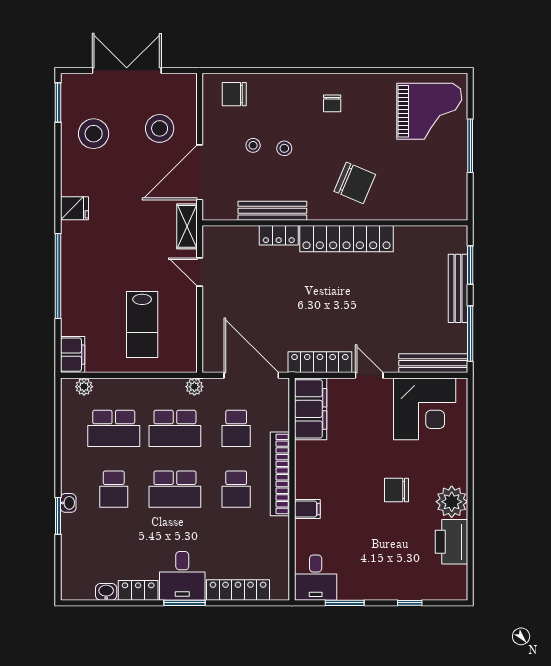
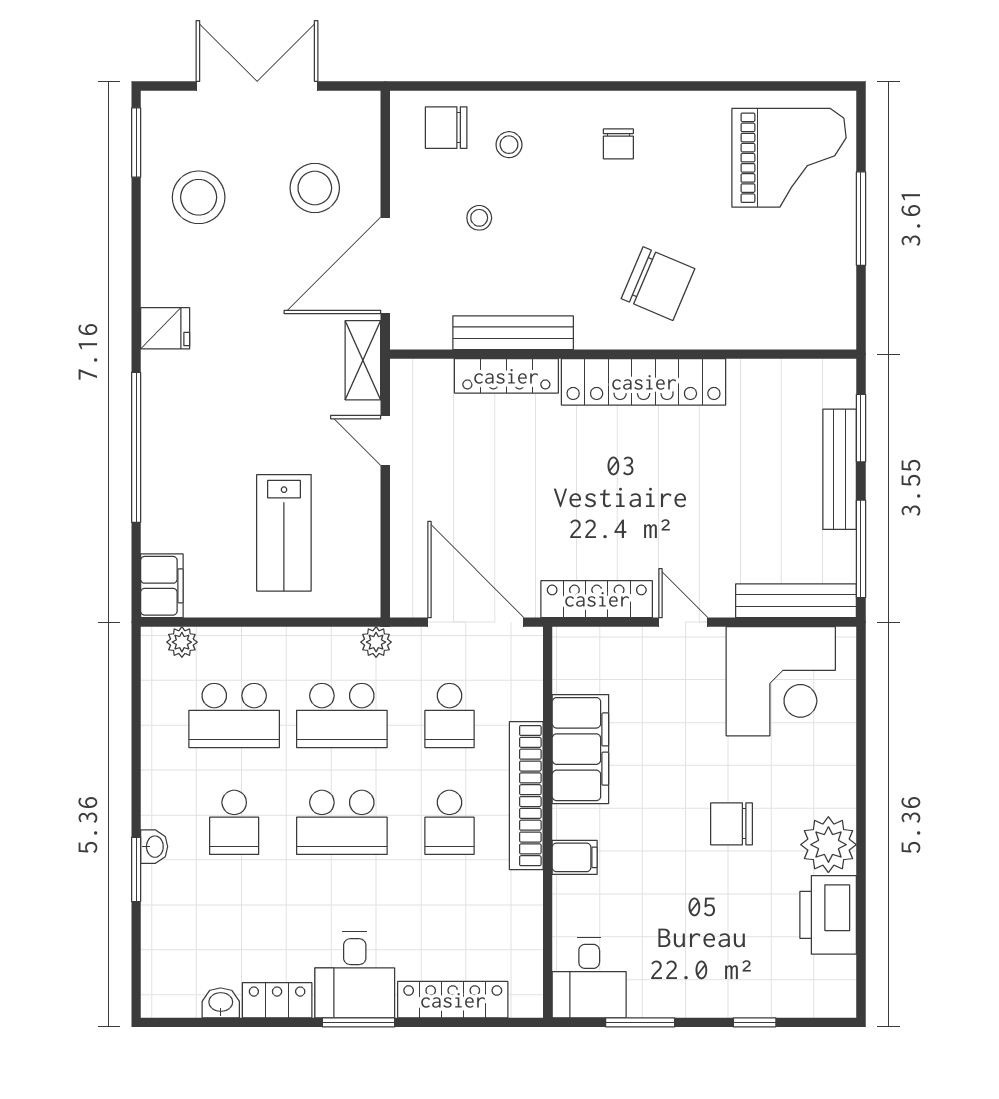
stool: (284, 148) -> (509, 145), moved
locker: (279, 235) -> (506, 376), width x1.53
filing cabinet: (311, 409) -> (580, 749), moved

